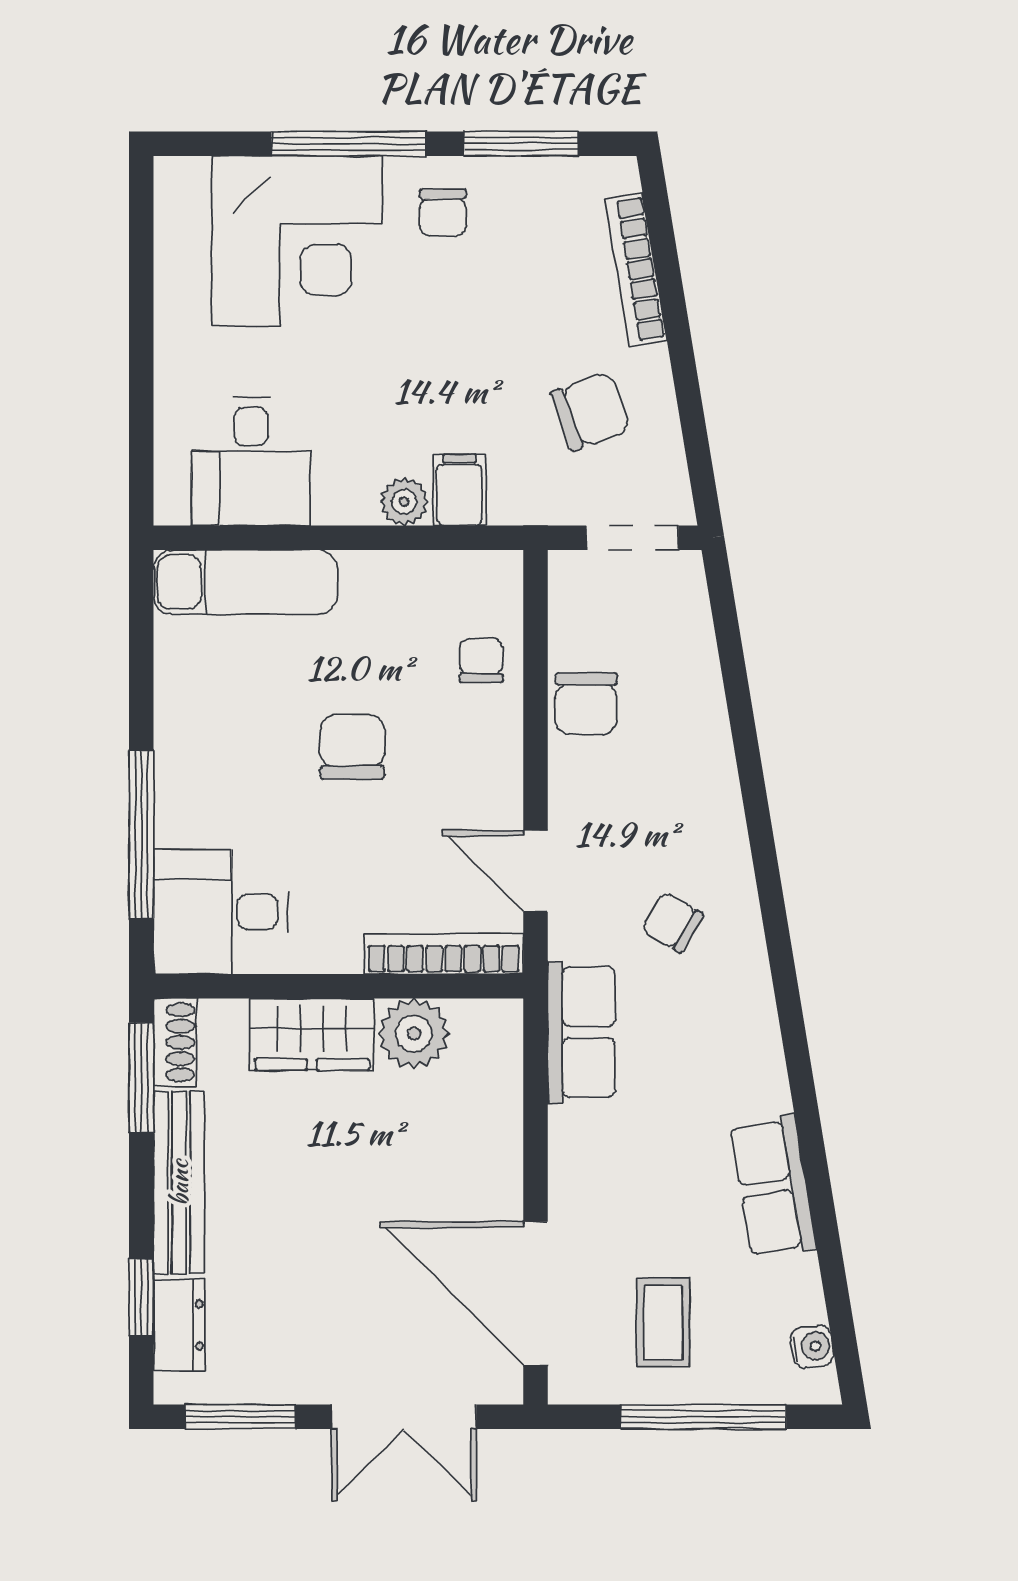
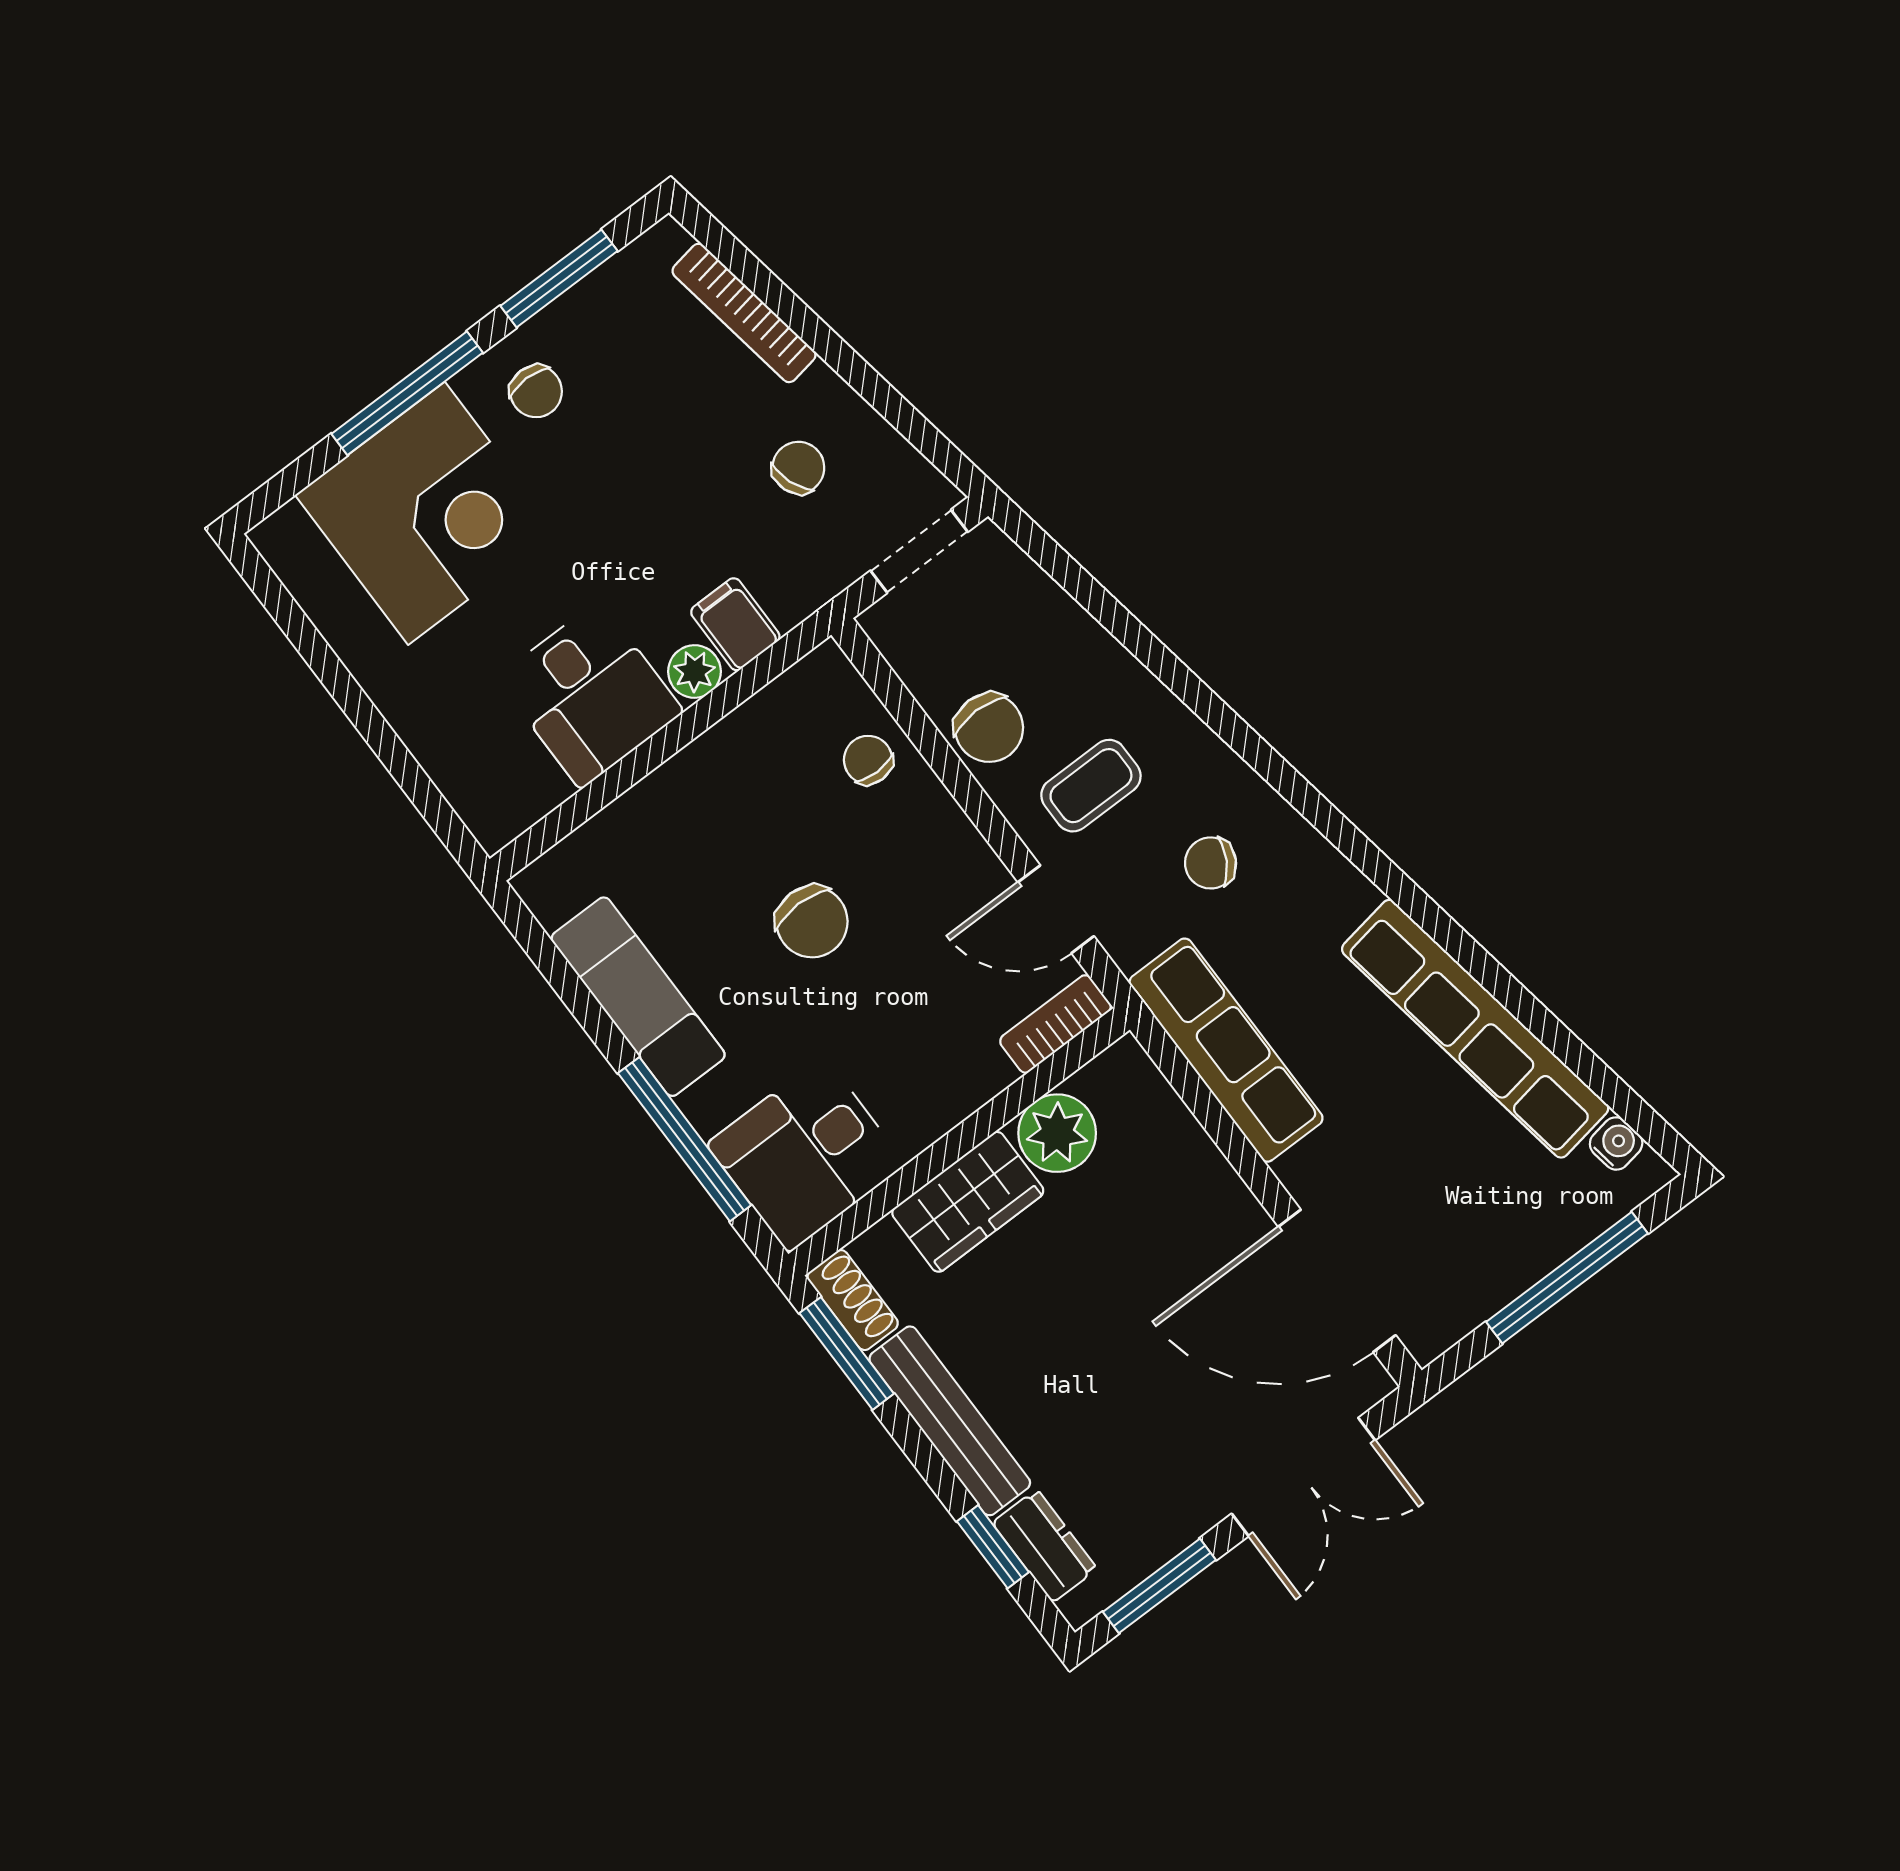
chair: (591, 411) -> (798, 468), width x0.73, depth x0.73
desk: (251, 461) -> (590, 695), moved
exam couch: (245, 582) -> (638, 997), moved, turned -90
chair: (352, 747) -> (812, 922), turned 180
bookcase: (444, 954) -> (1055, 1024), width x0.64
row of seats: (581, 1032) -> (1226, 1050), width x1.48
row of seats: (773, 1187) -> (1475, 1029), width x2.02
coffee table: (663, 1322) -> (1091, 786), moved, turned 90

